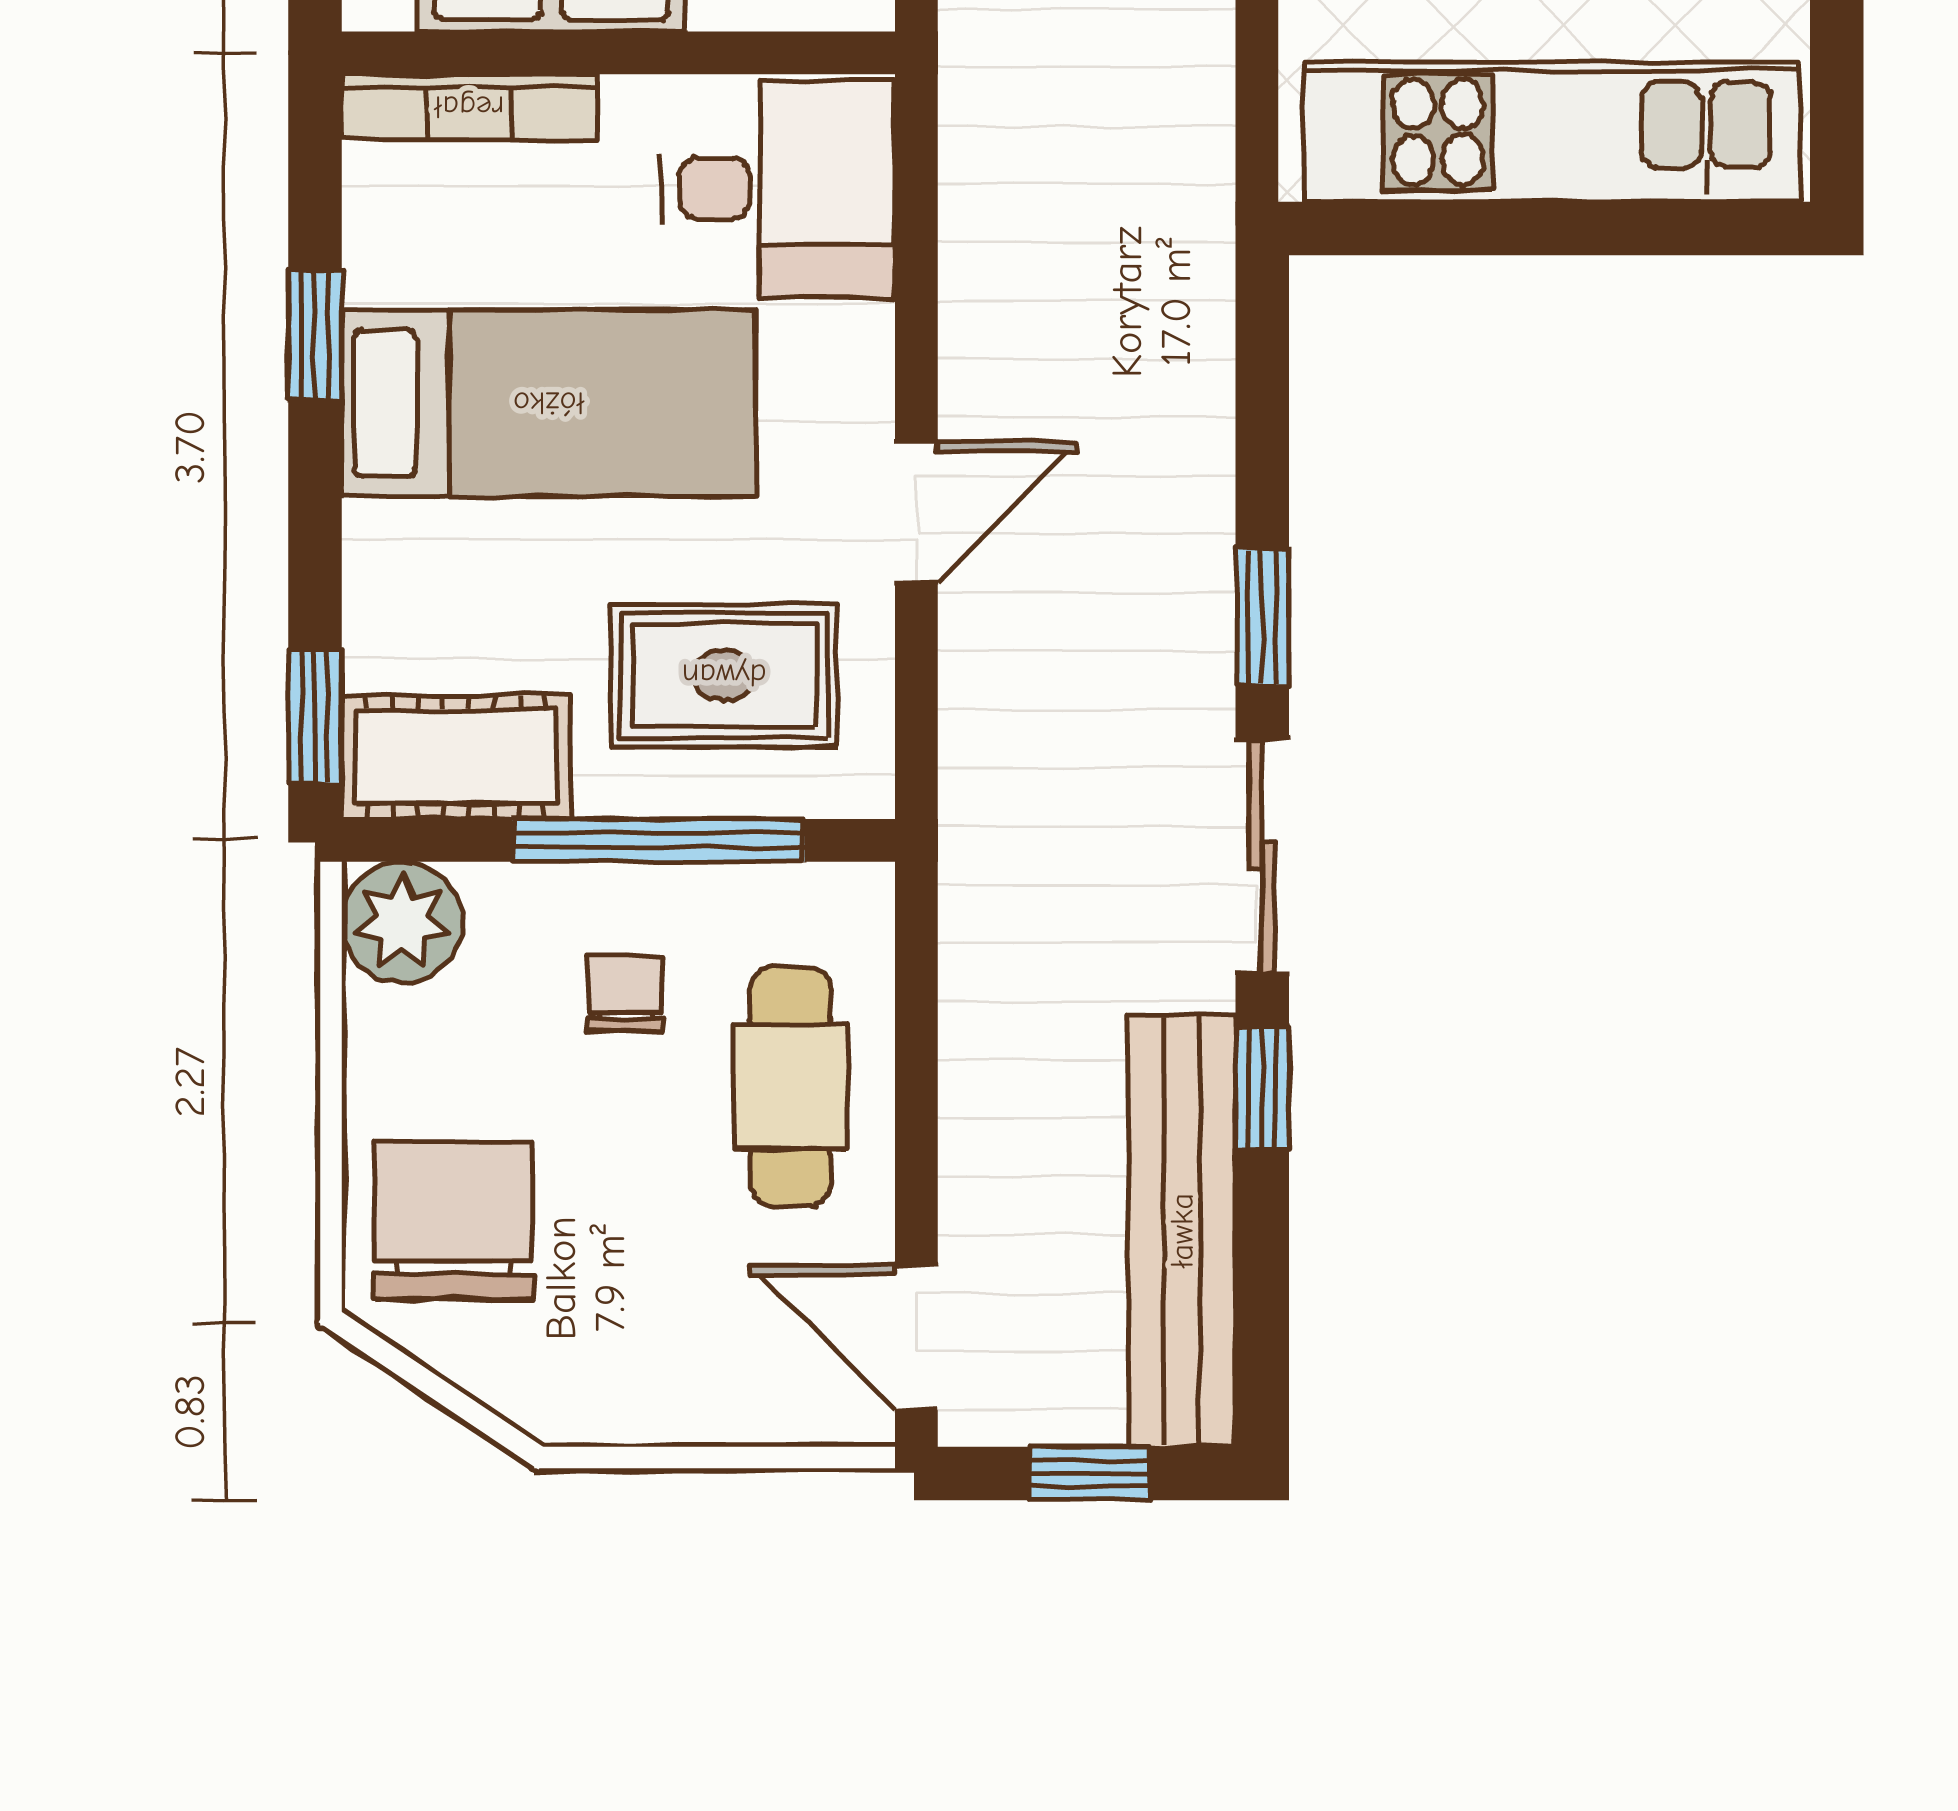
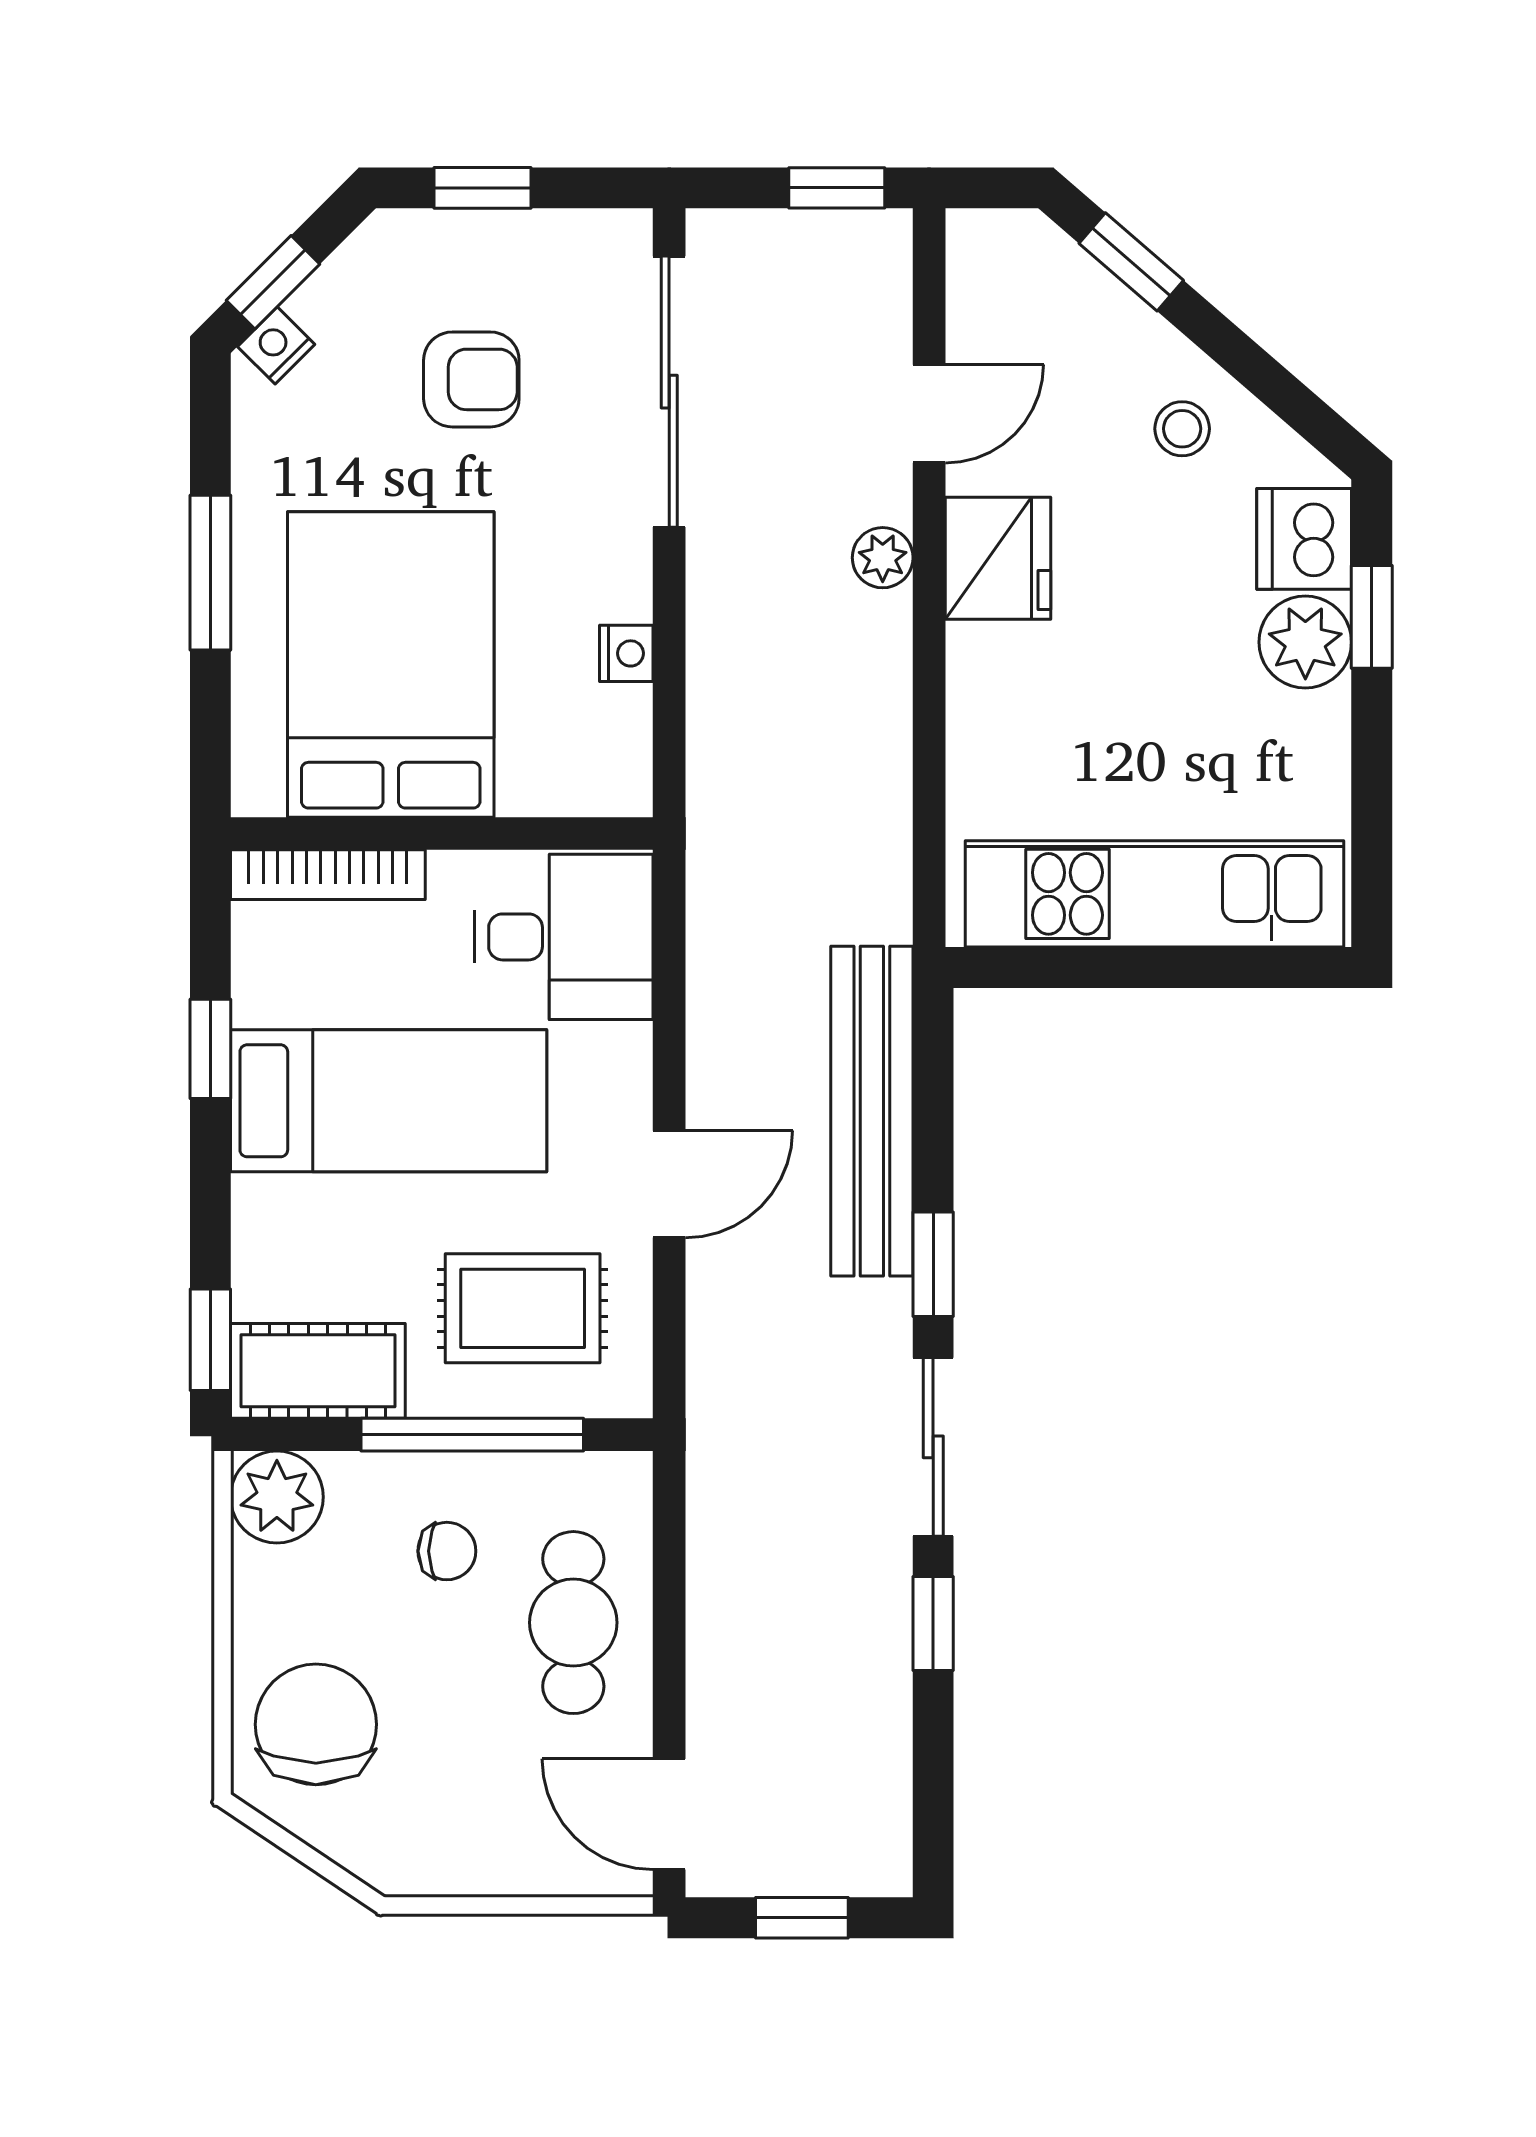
chair: (625, 993) -> (447, 1551), turned 90
bench: (1182, 1231) -> (872, 1111), moved

